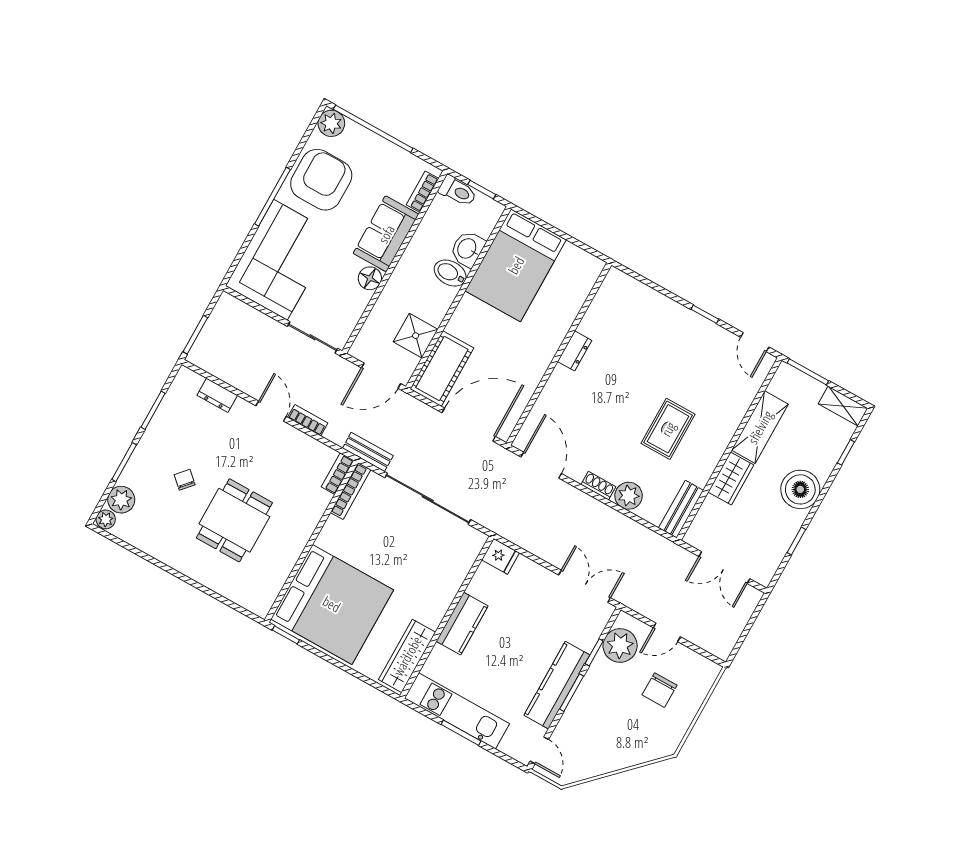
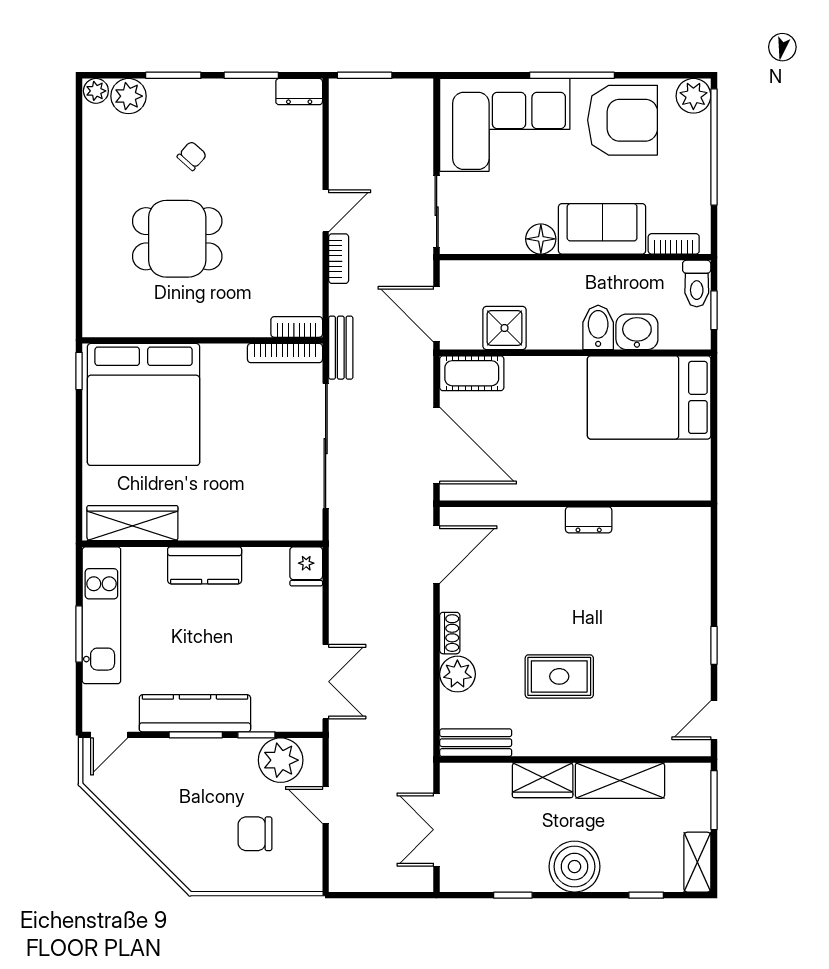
cot: (442, 369) -> (472, 373), width x0.73, depth x0.75
dresser: (217, 395) -> (299, 92), moved, turned -90

